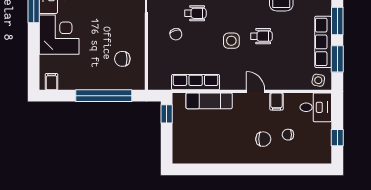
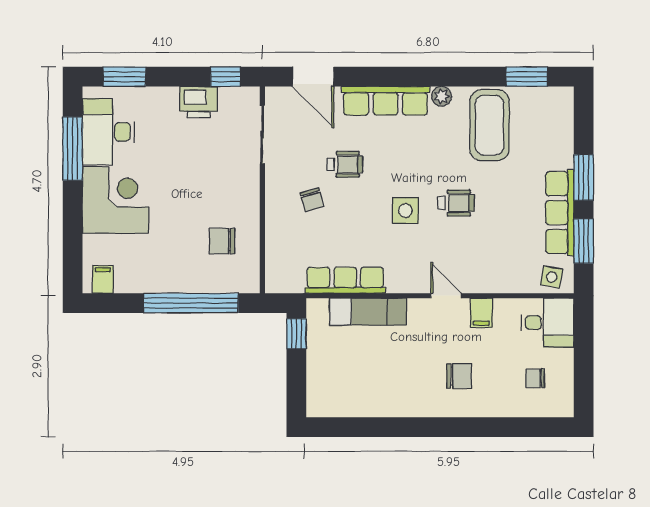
chair: (288, 135) -> (535, 378), moved
window: (337, 138) -> (584, 374), removed

